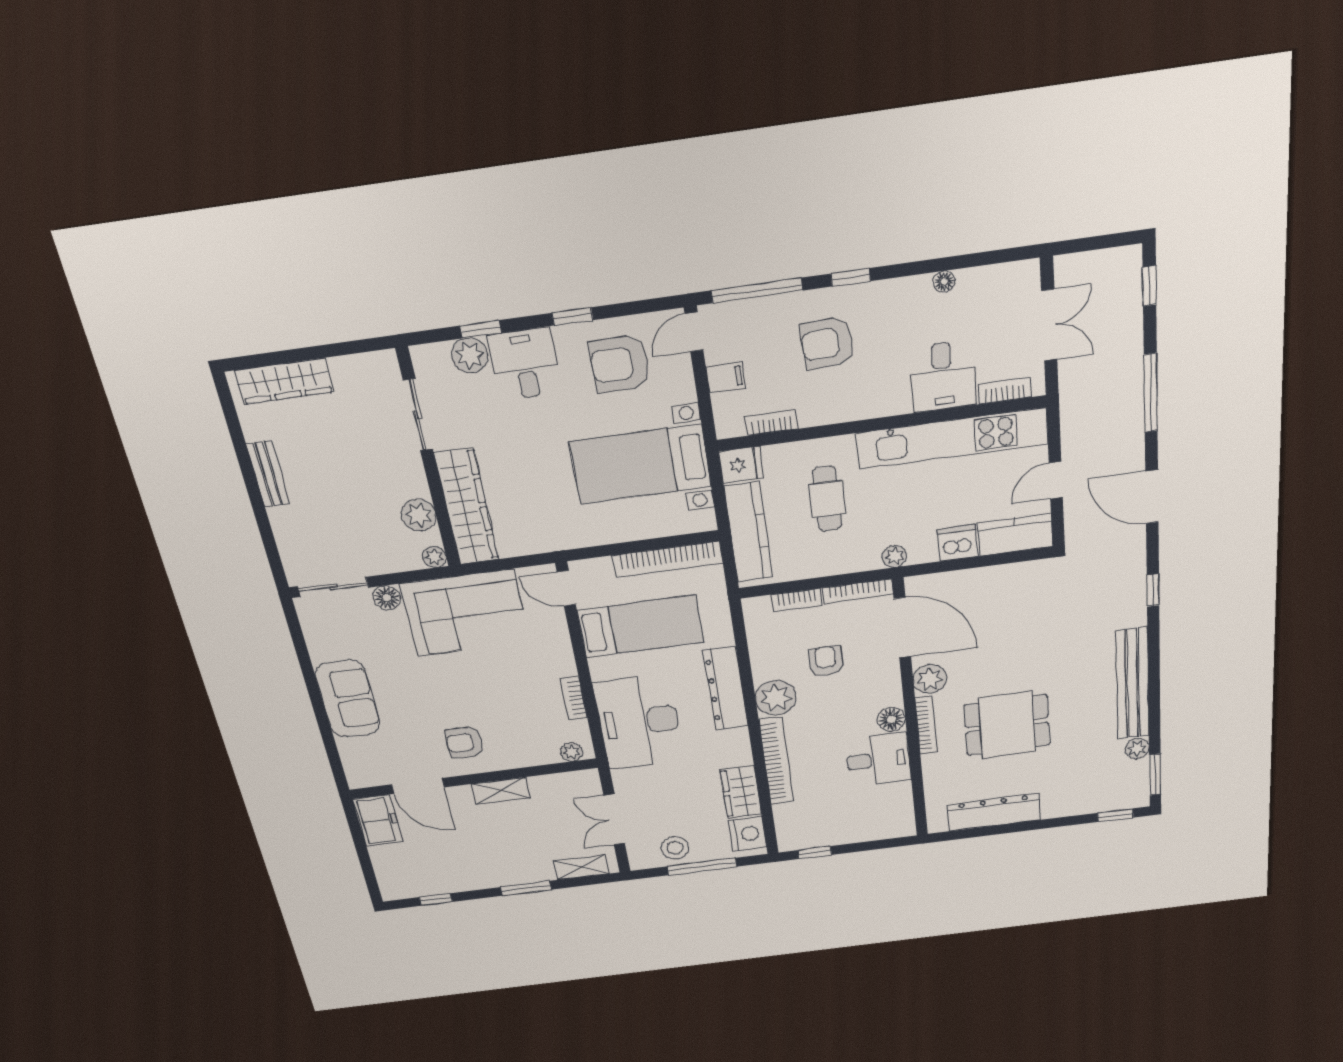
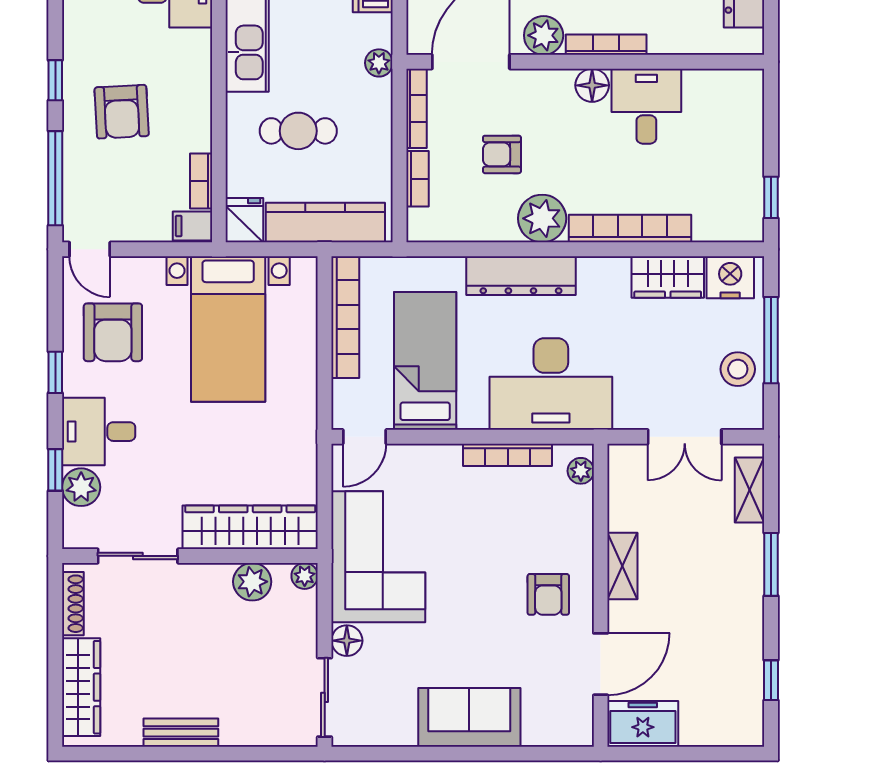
shoe rack: (359, 363) -> (73, 604), added
filing cabinet: (726, 377) -> (192, 226), moved, turned -90
bookcase: (574, 698) -> (508, 455), width x1.56

